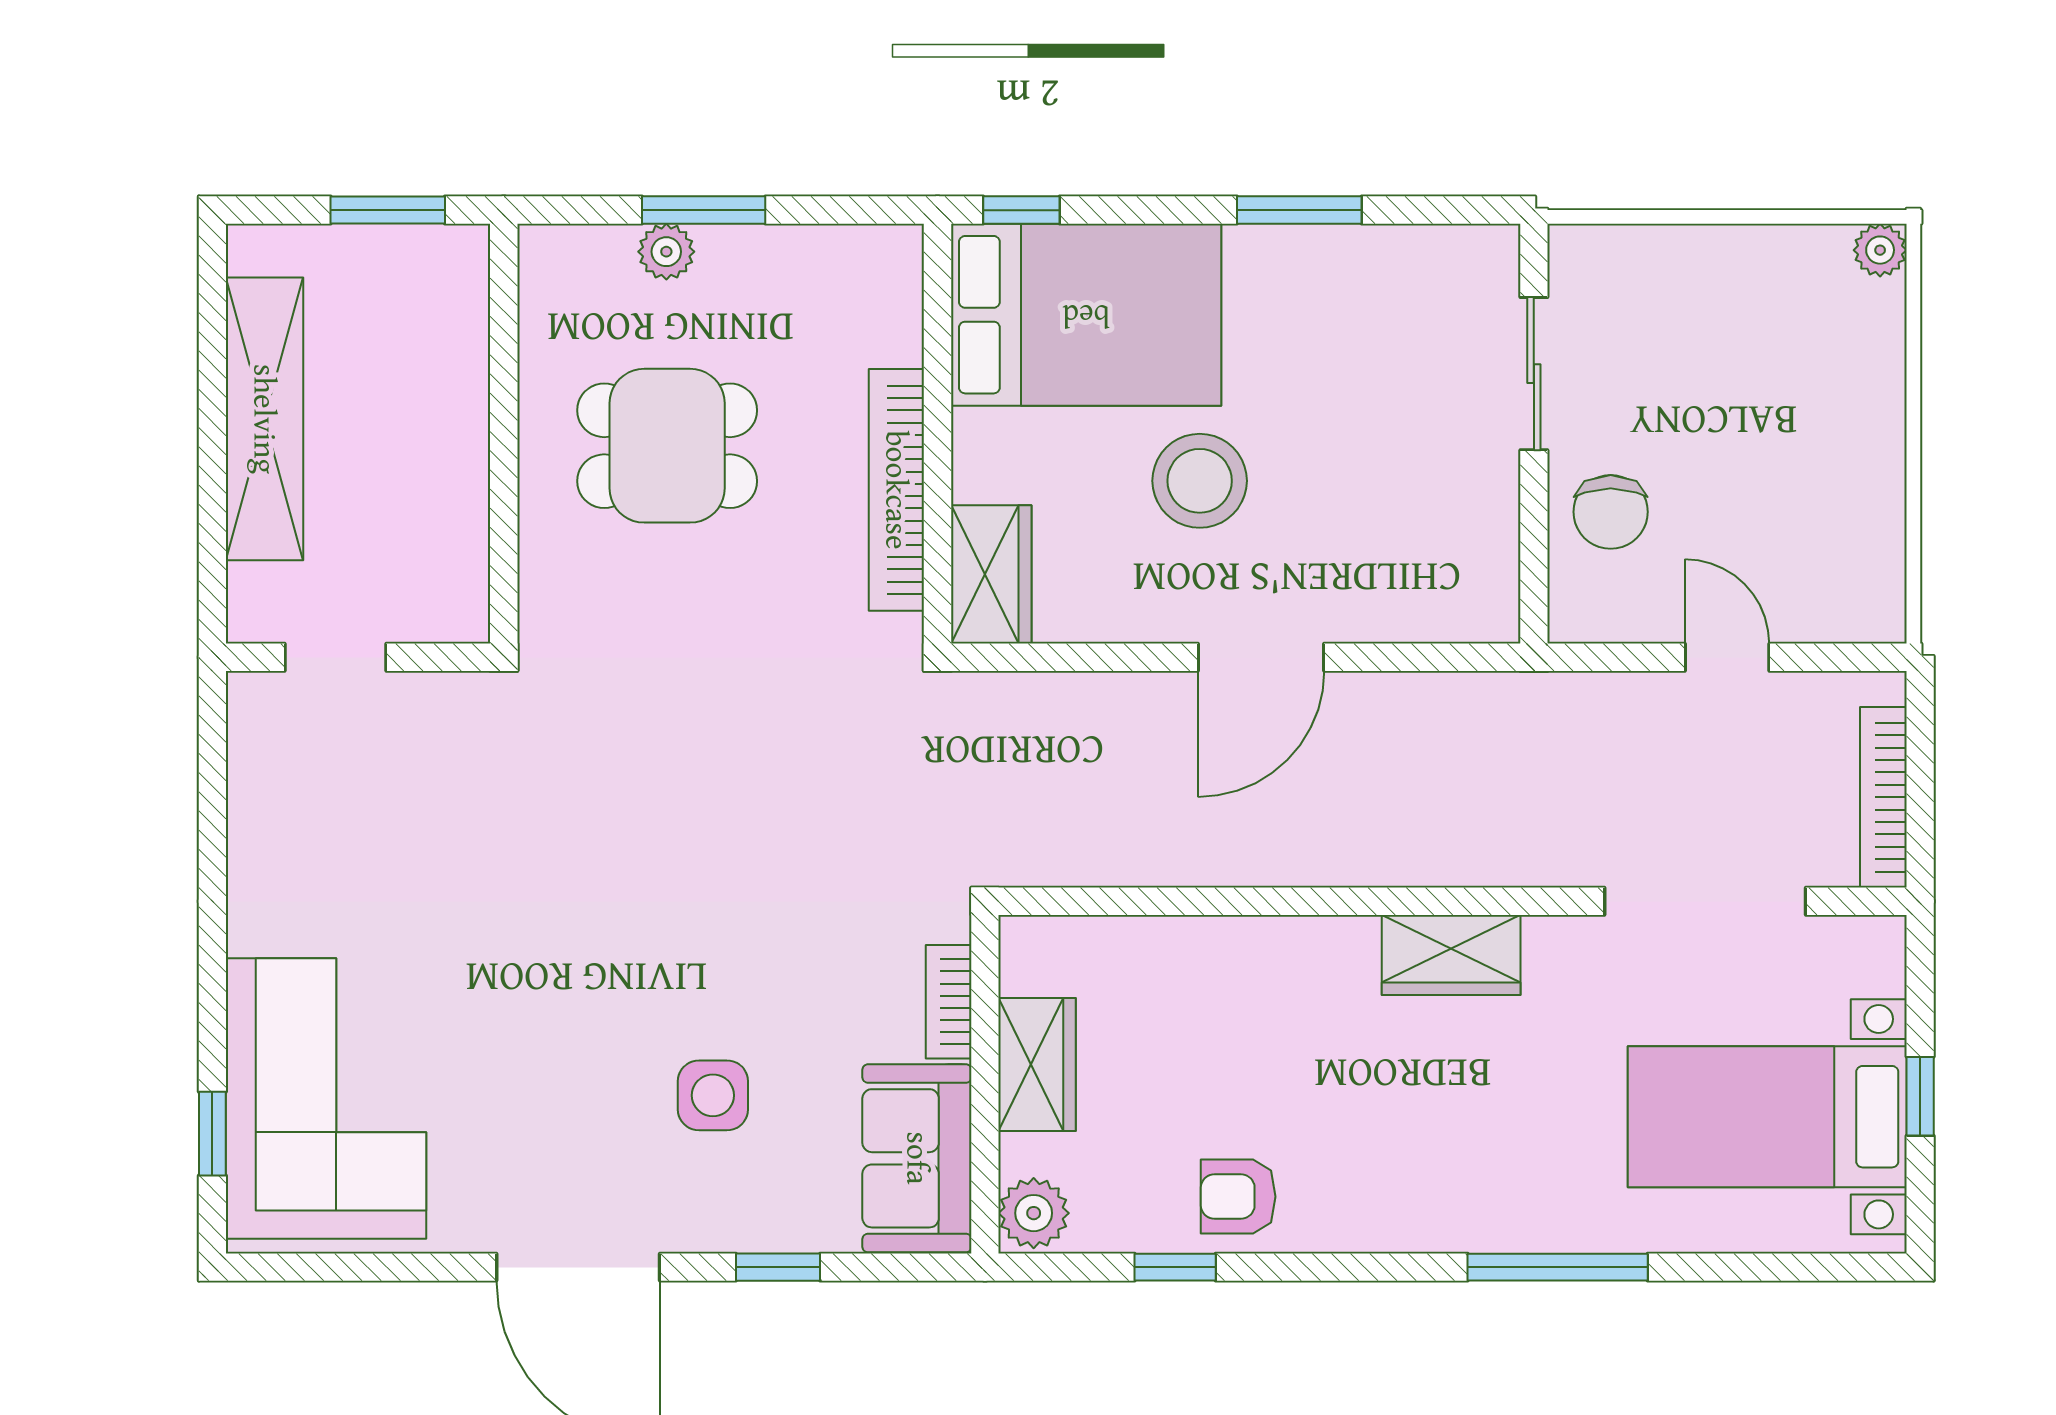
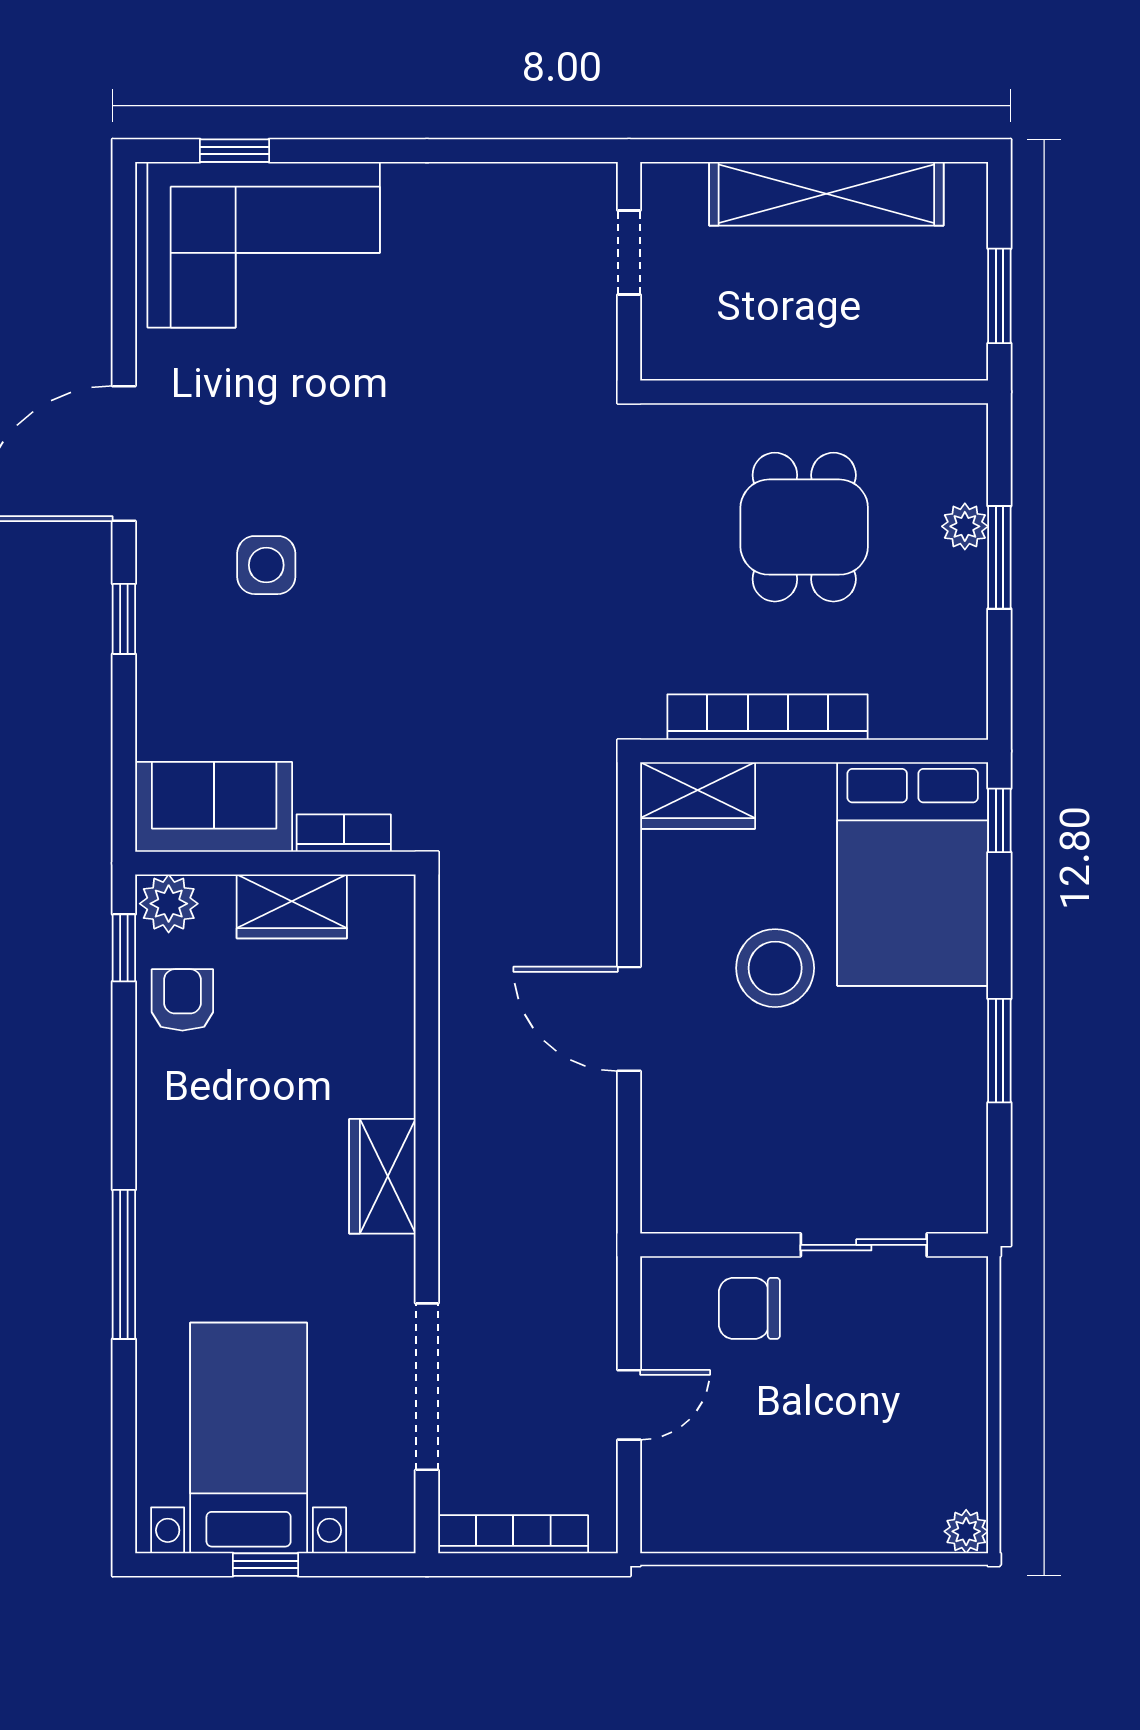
bookcase: (949, 1002) -> (344, 833), moved
wardrobe: (1037, 1064) -> (292, 906), moved
wall: (985, 1084) -> (275, 863), moved
sofa: (917, 1158) -> (214, 807), moved
plant: (1034, 1213) -> (169, 904), moved

